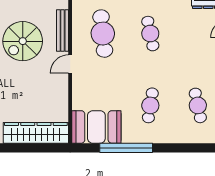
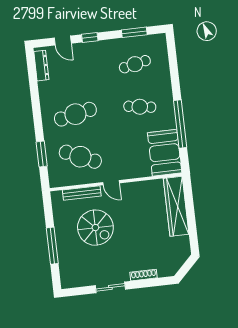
cafe table: (103, 34) -> (80, 157), turned 30
cafe table: (150, 34) -> (75, 114), width x1.37, depth x1.35

